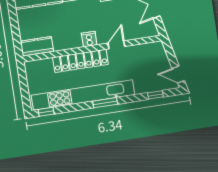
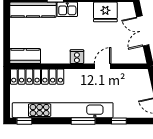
locker: (80, 61) -> (37, 77), moved
window: (155, 95) -> (119, 121), moved

